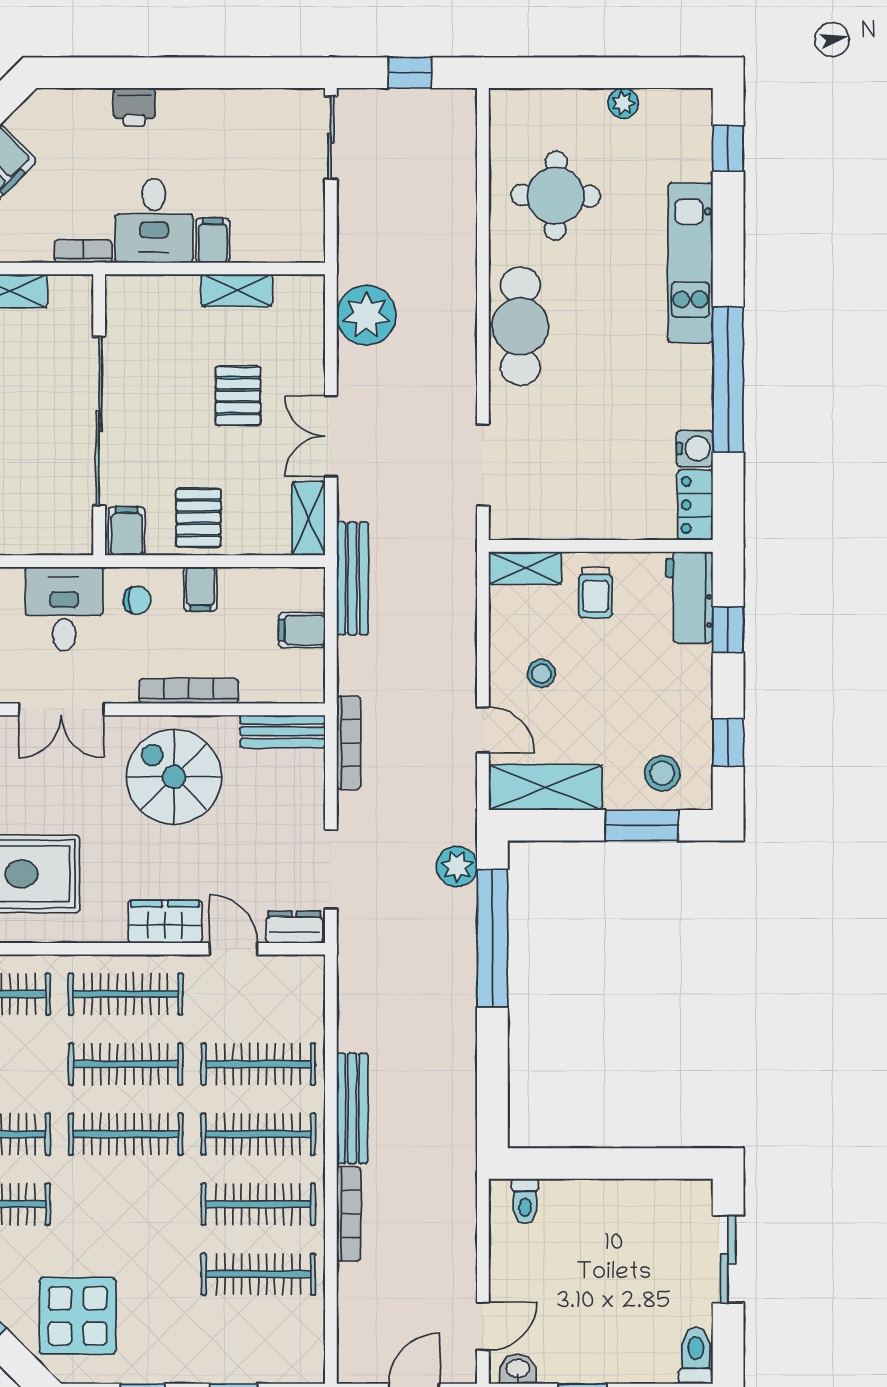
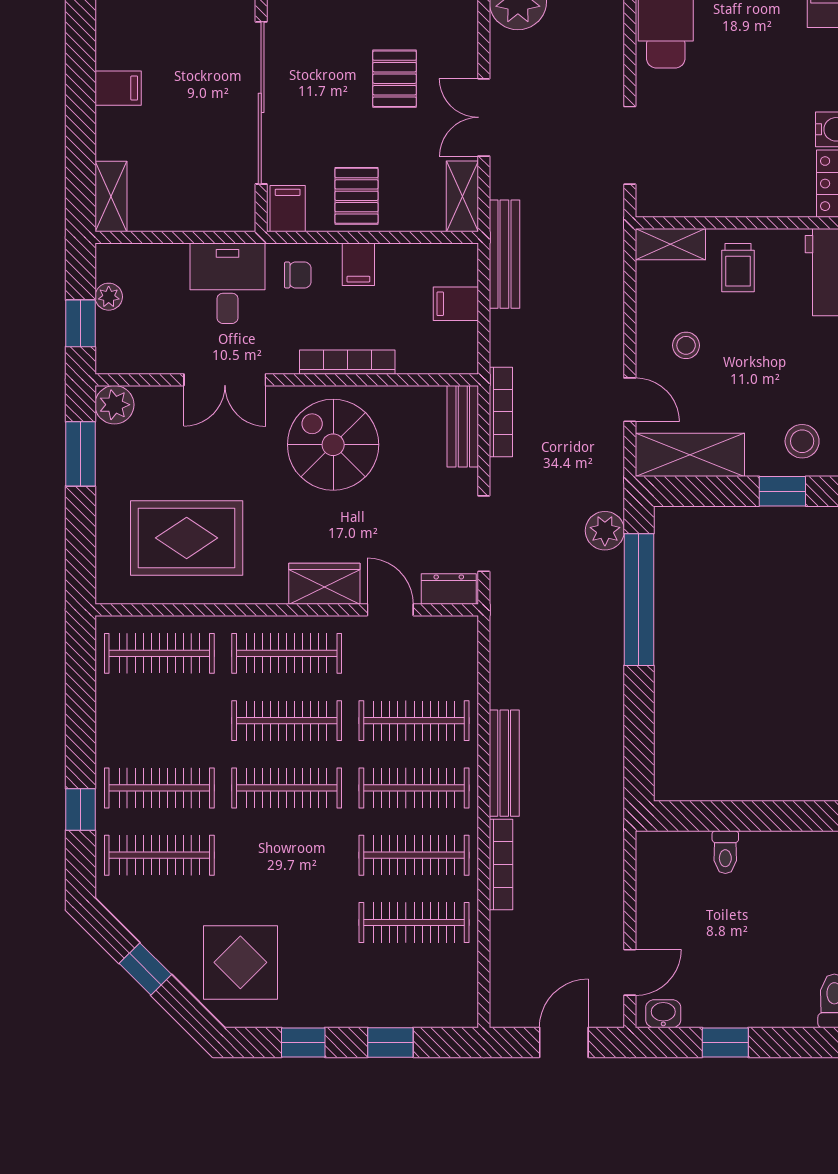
bench: (283, 731) -> (463, 426), moved, turned 90
window: (642, 825) -> (782, 491), width x0.67
toilet: (525, 1201) -> (725, 852), moved

